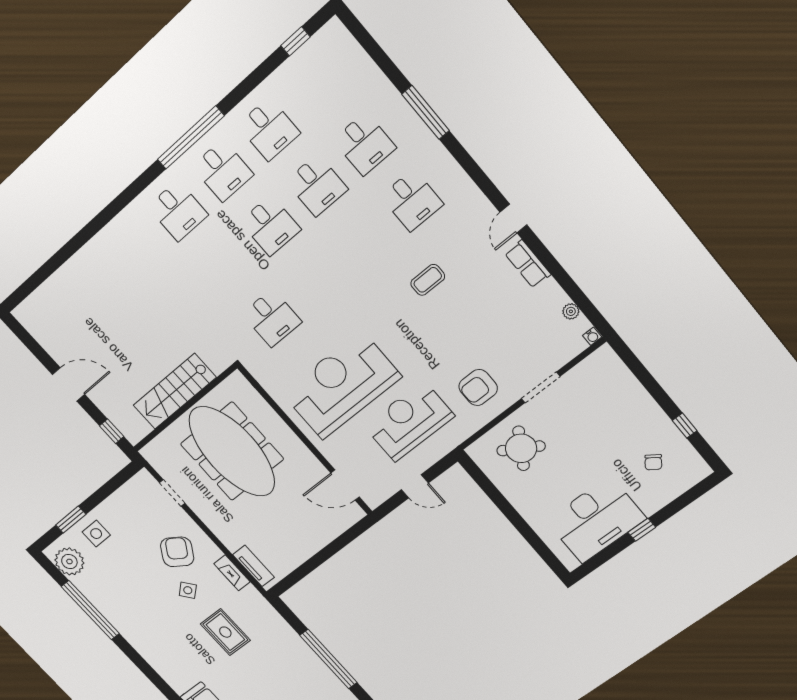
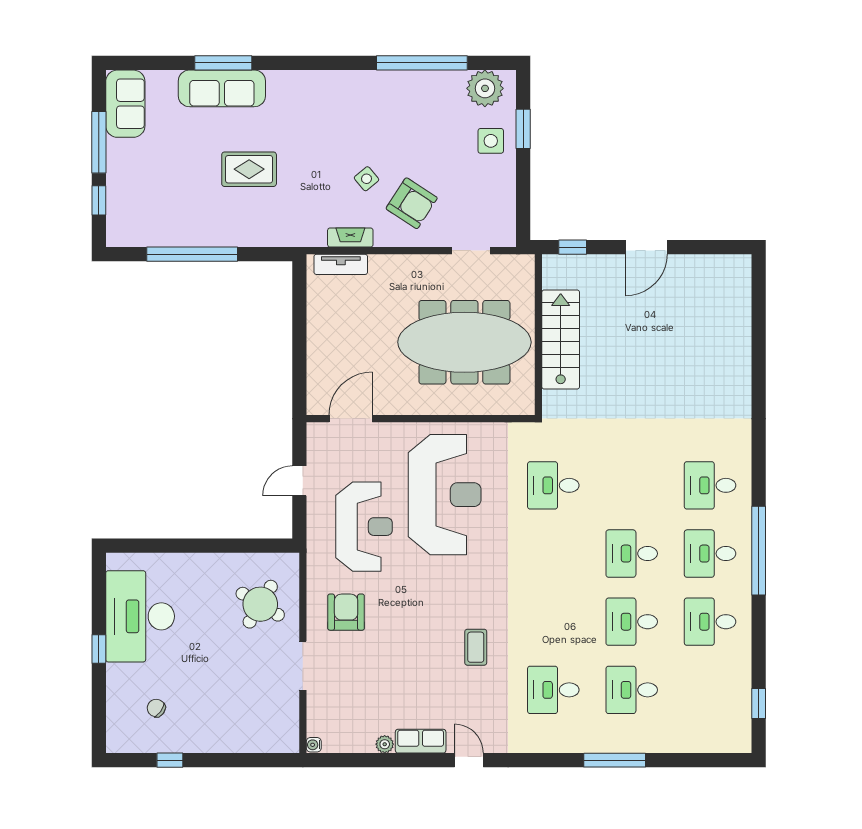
plant: (571, 311) -> (385, 744), moved
rug: (225, 632) -> (249, 169), moved

